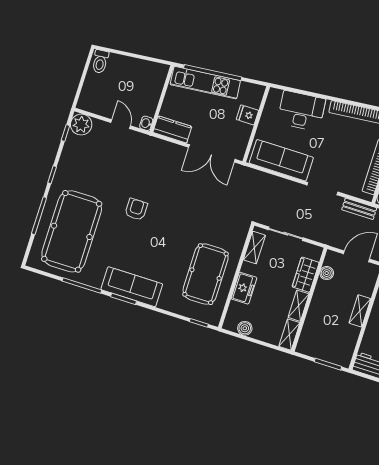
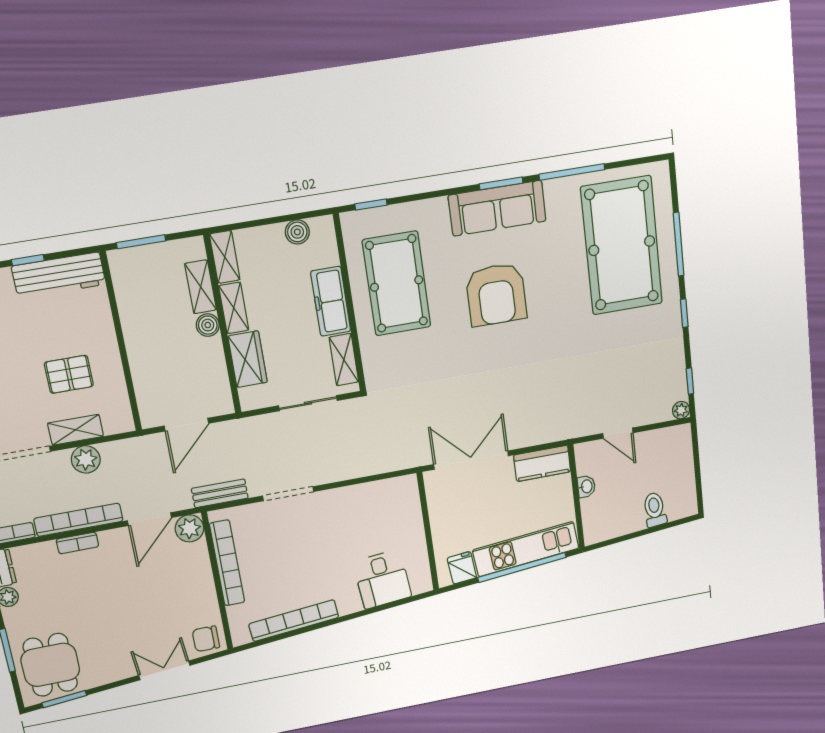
toilet: (100, 62) -> (655, 510), moved
desk: (301, 111) -> (382, 579), width x0.73
fridge: (247, 115) -> (462, 568), moved, turned -95
washbasin: (146, 123) -> (586, 486), moved
plant: (81, 125) -> (681, 410), width x0.53, depth x0.53
sofa: (281, 160) -> (368, 502), removed
armchair: (136, 209) -> (496, 295), moved, width x1.88, depth x1.88
boiler: (327, 273) -> (208, 325), moved
freezer: (244, 288) -> (331, 301), width x1.40
shelving: (360, 311) -> (201, 287), moved

